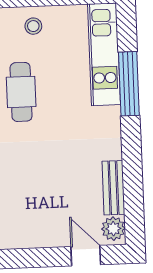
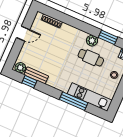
window: (133, 196) -> (29, 82), added
door: (86, 256) -> (23, 34), moved

